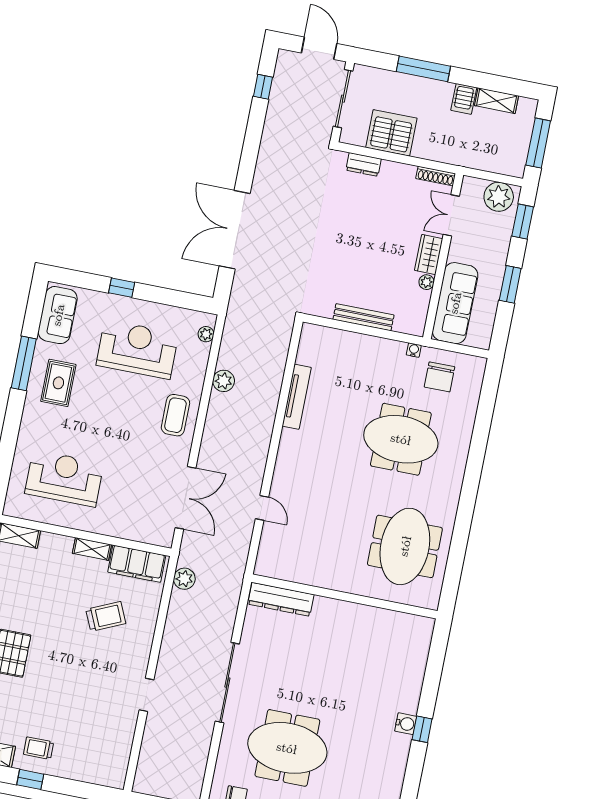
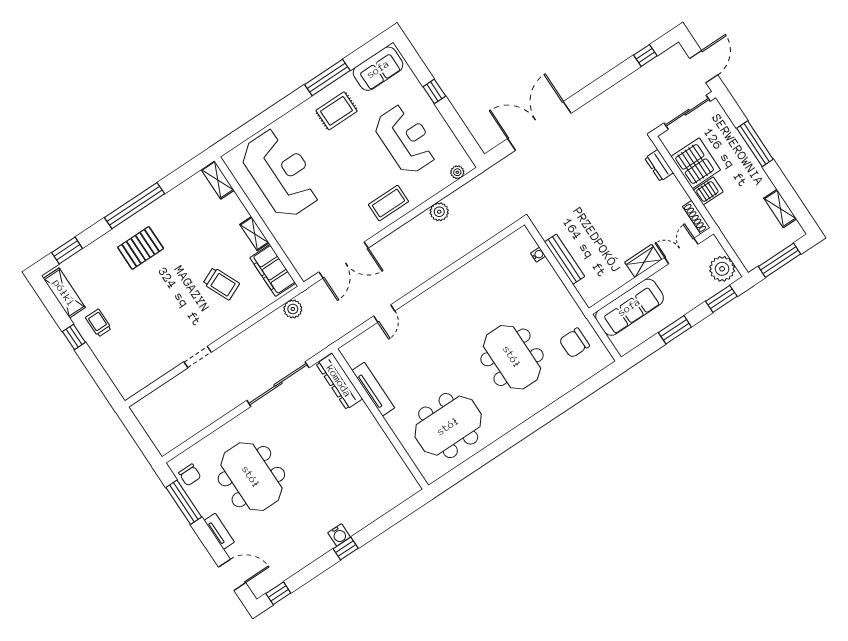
server rack: (464, 99) -> (708, 191), moved, turned 180
plant: (426, 282) -> (625, 277), removed
water cooler: (414, 350) -> (538, 255), moved
tv unit: (297, 397) -> (373, 389), moved, turned -90
reception desk: (64, 478) -> (281, 173), width x1.36, depth x1.30
sliding door: (227, 683) -> (278, 384), moved

